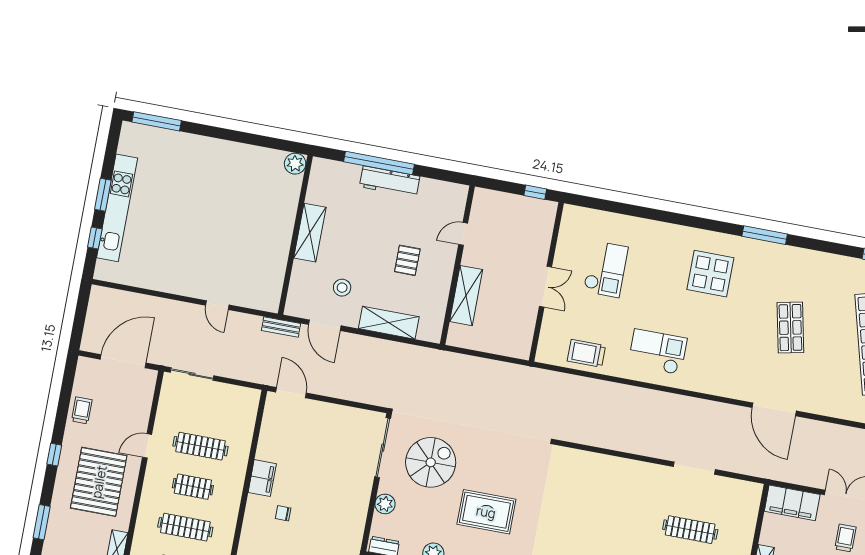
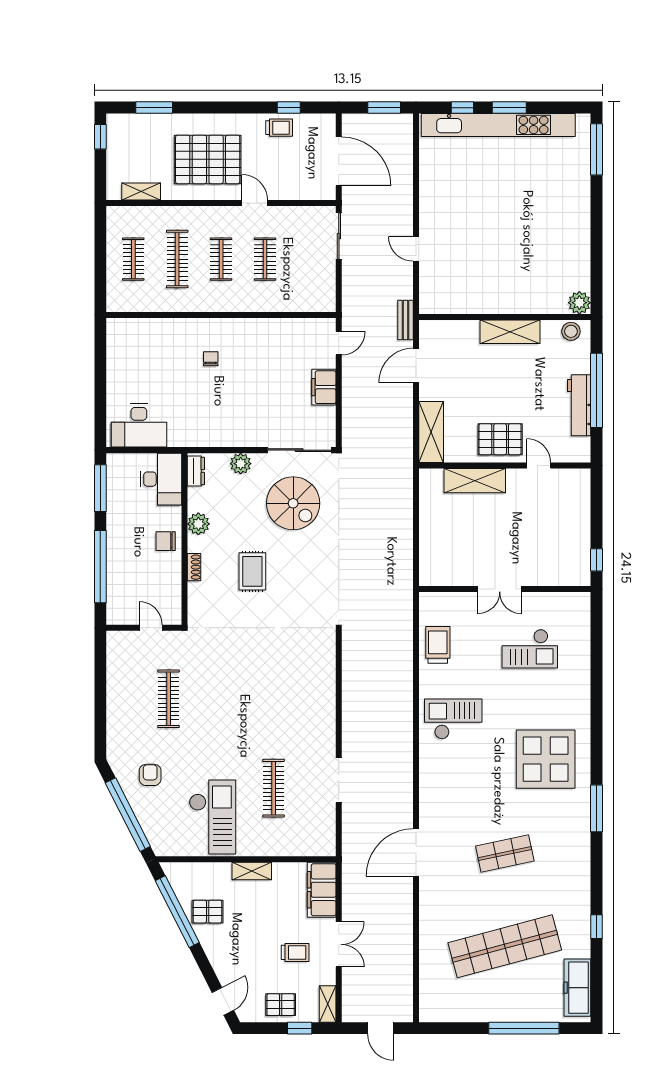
kitchen unit: (117, 208) -> (498, 125), width x1.36
door: (463, 234) -> (539, 466), moved
pallet: (407, 260) -> (500, 439), width x1.50, depth x1.42
wall: (457, 265) -> (505, 466), moved
display table: (710, 274) -> (546, 759), width x1.36, depth x1.36
stool: (342, 288) -> (571, 331), moved
shelving: (466, 296) -> (475, 481), moved
door: (217, 305) -> (416, 249), hinge flipped
window: (81, 310) -> (384, 108), added
checkout: (657, 352) -> (453, 719), turned -90
door: (291, 393) -> (339, 343), width x0.73
clothes rail: (200, 446) -> (265, 259), width x0.73
window: (54, 455) -> (289, 108), moved
filing cabinet: (262, 478) -> (324, 387), moved, turned 90
rug: (486, 512) -> (252, 571), width x0.73, depth x0.70

